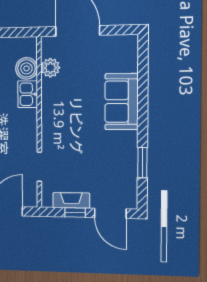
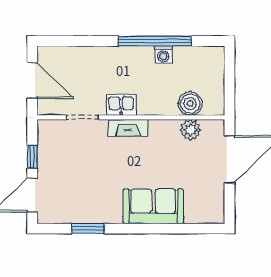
kitchen sink: (28, 94) -> (121, 105), moved
fireplace: (71, 200) -> (128, 128), moved, turned 90

